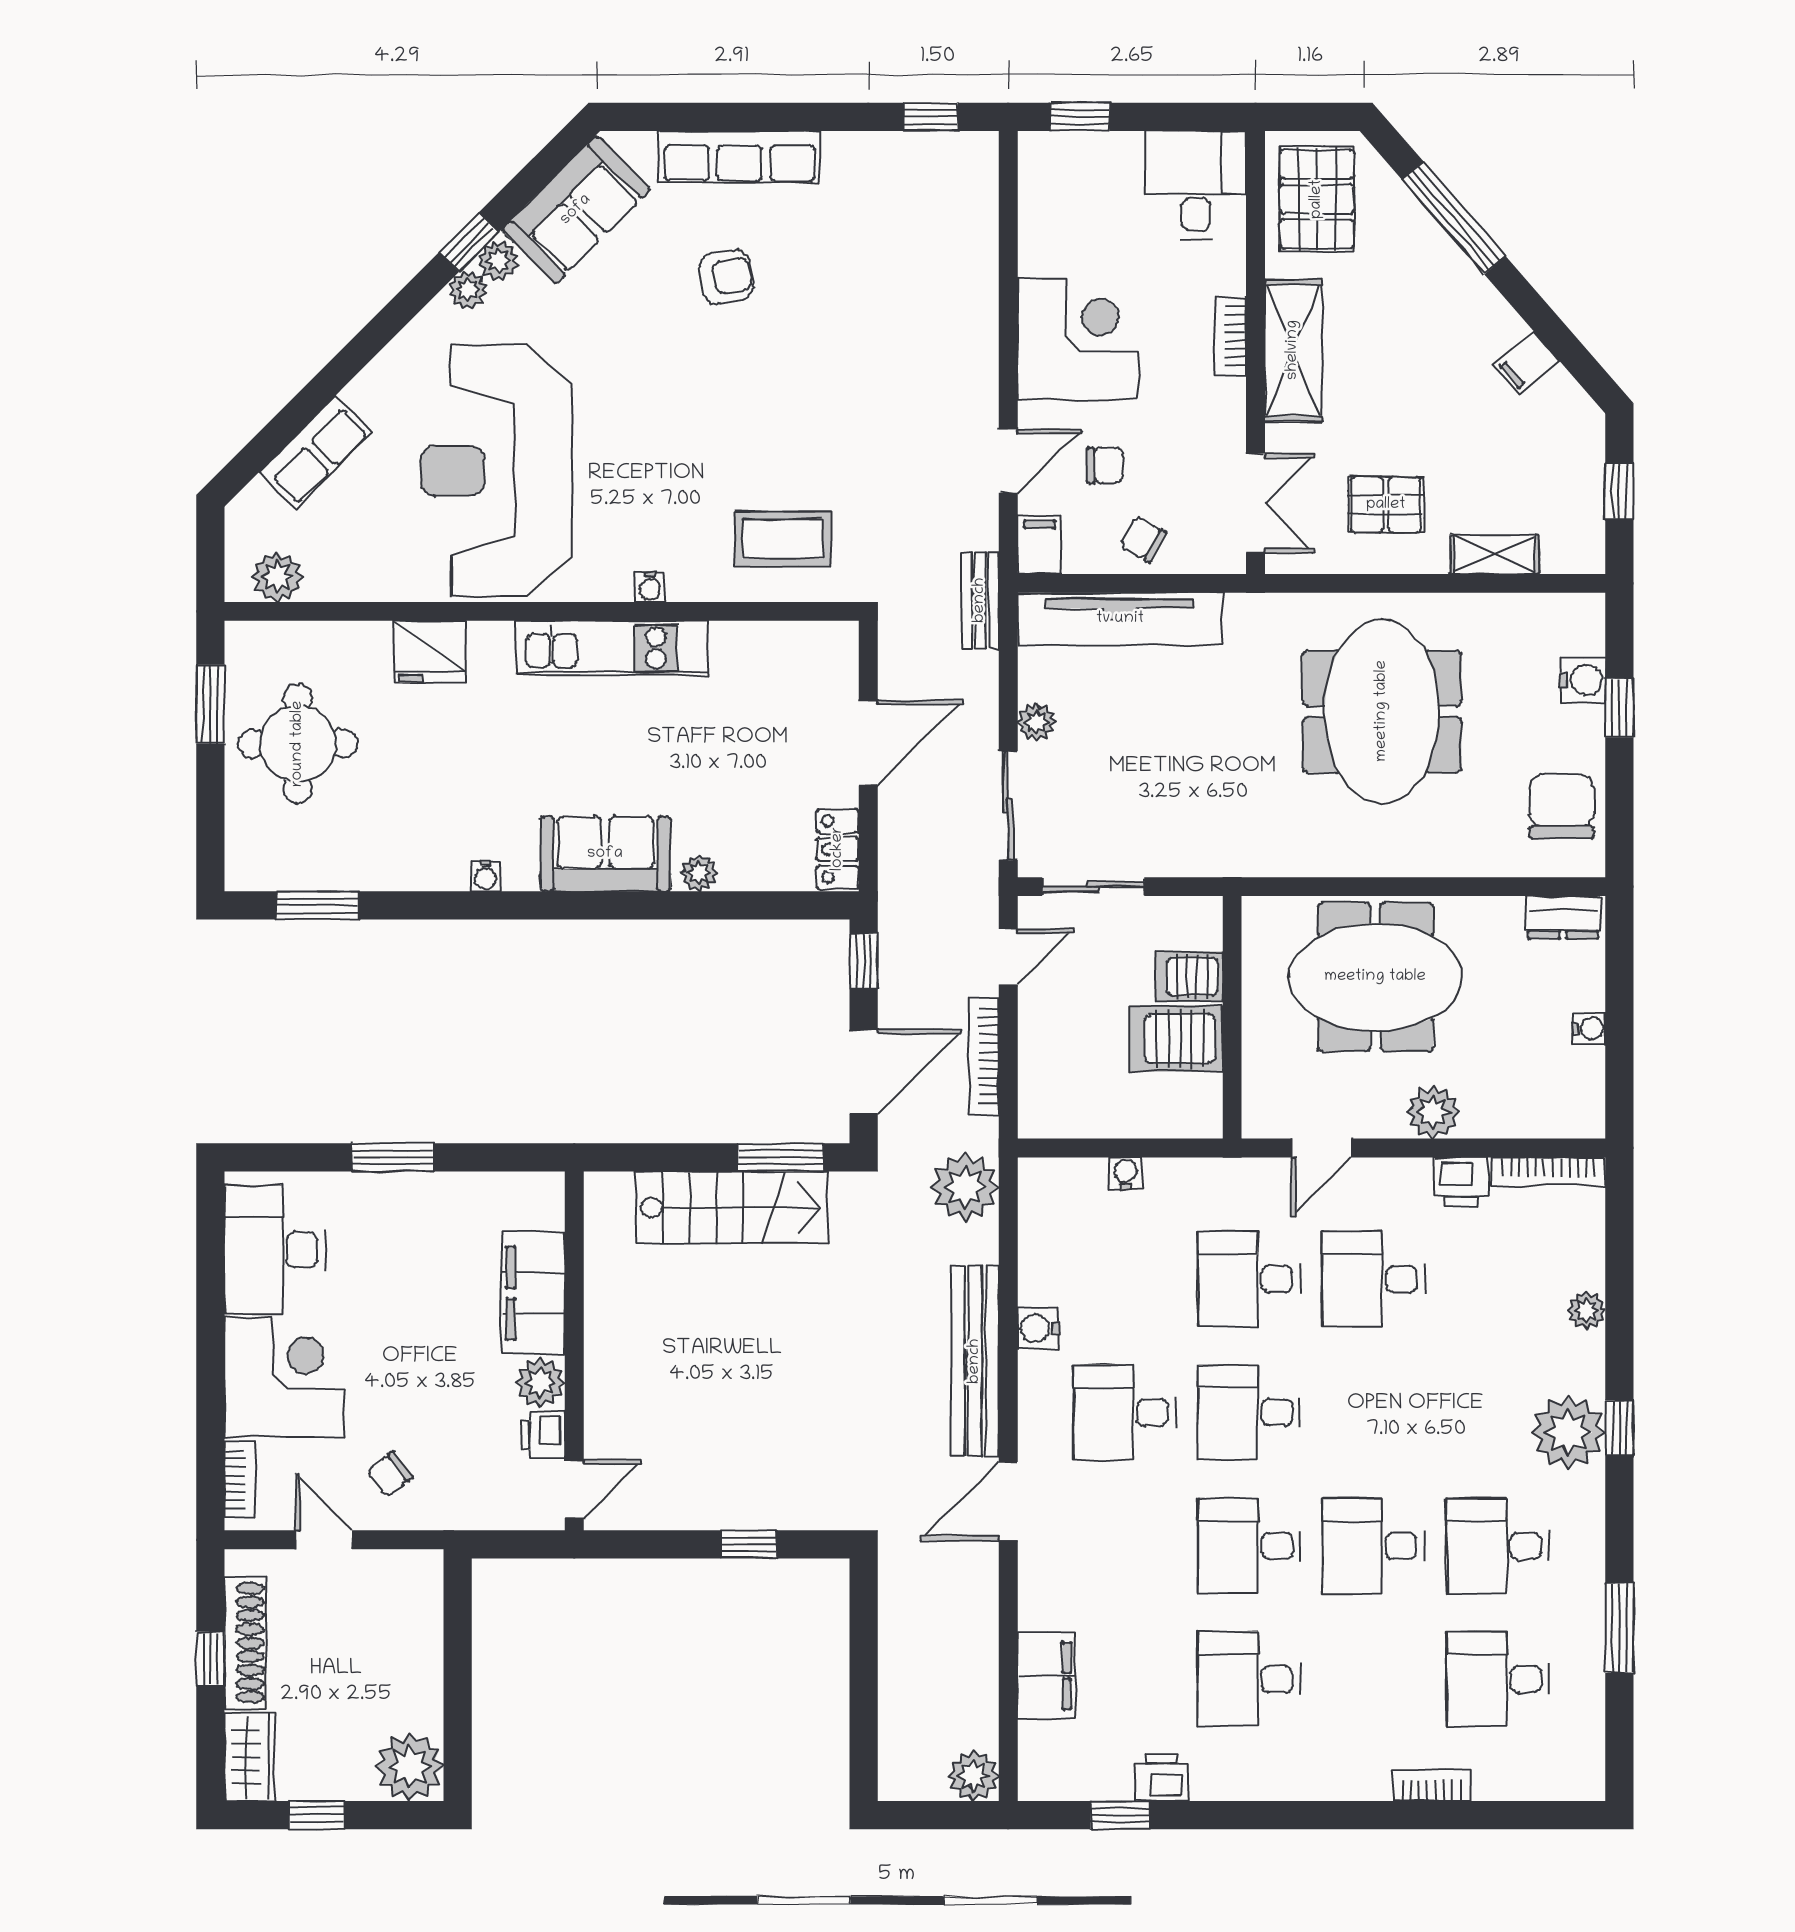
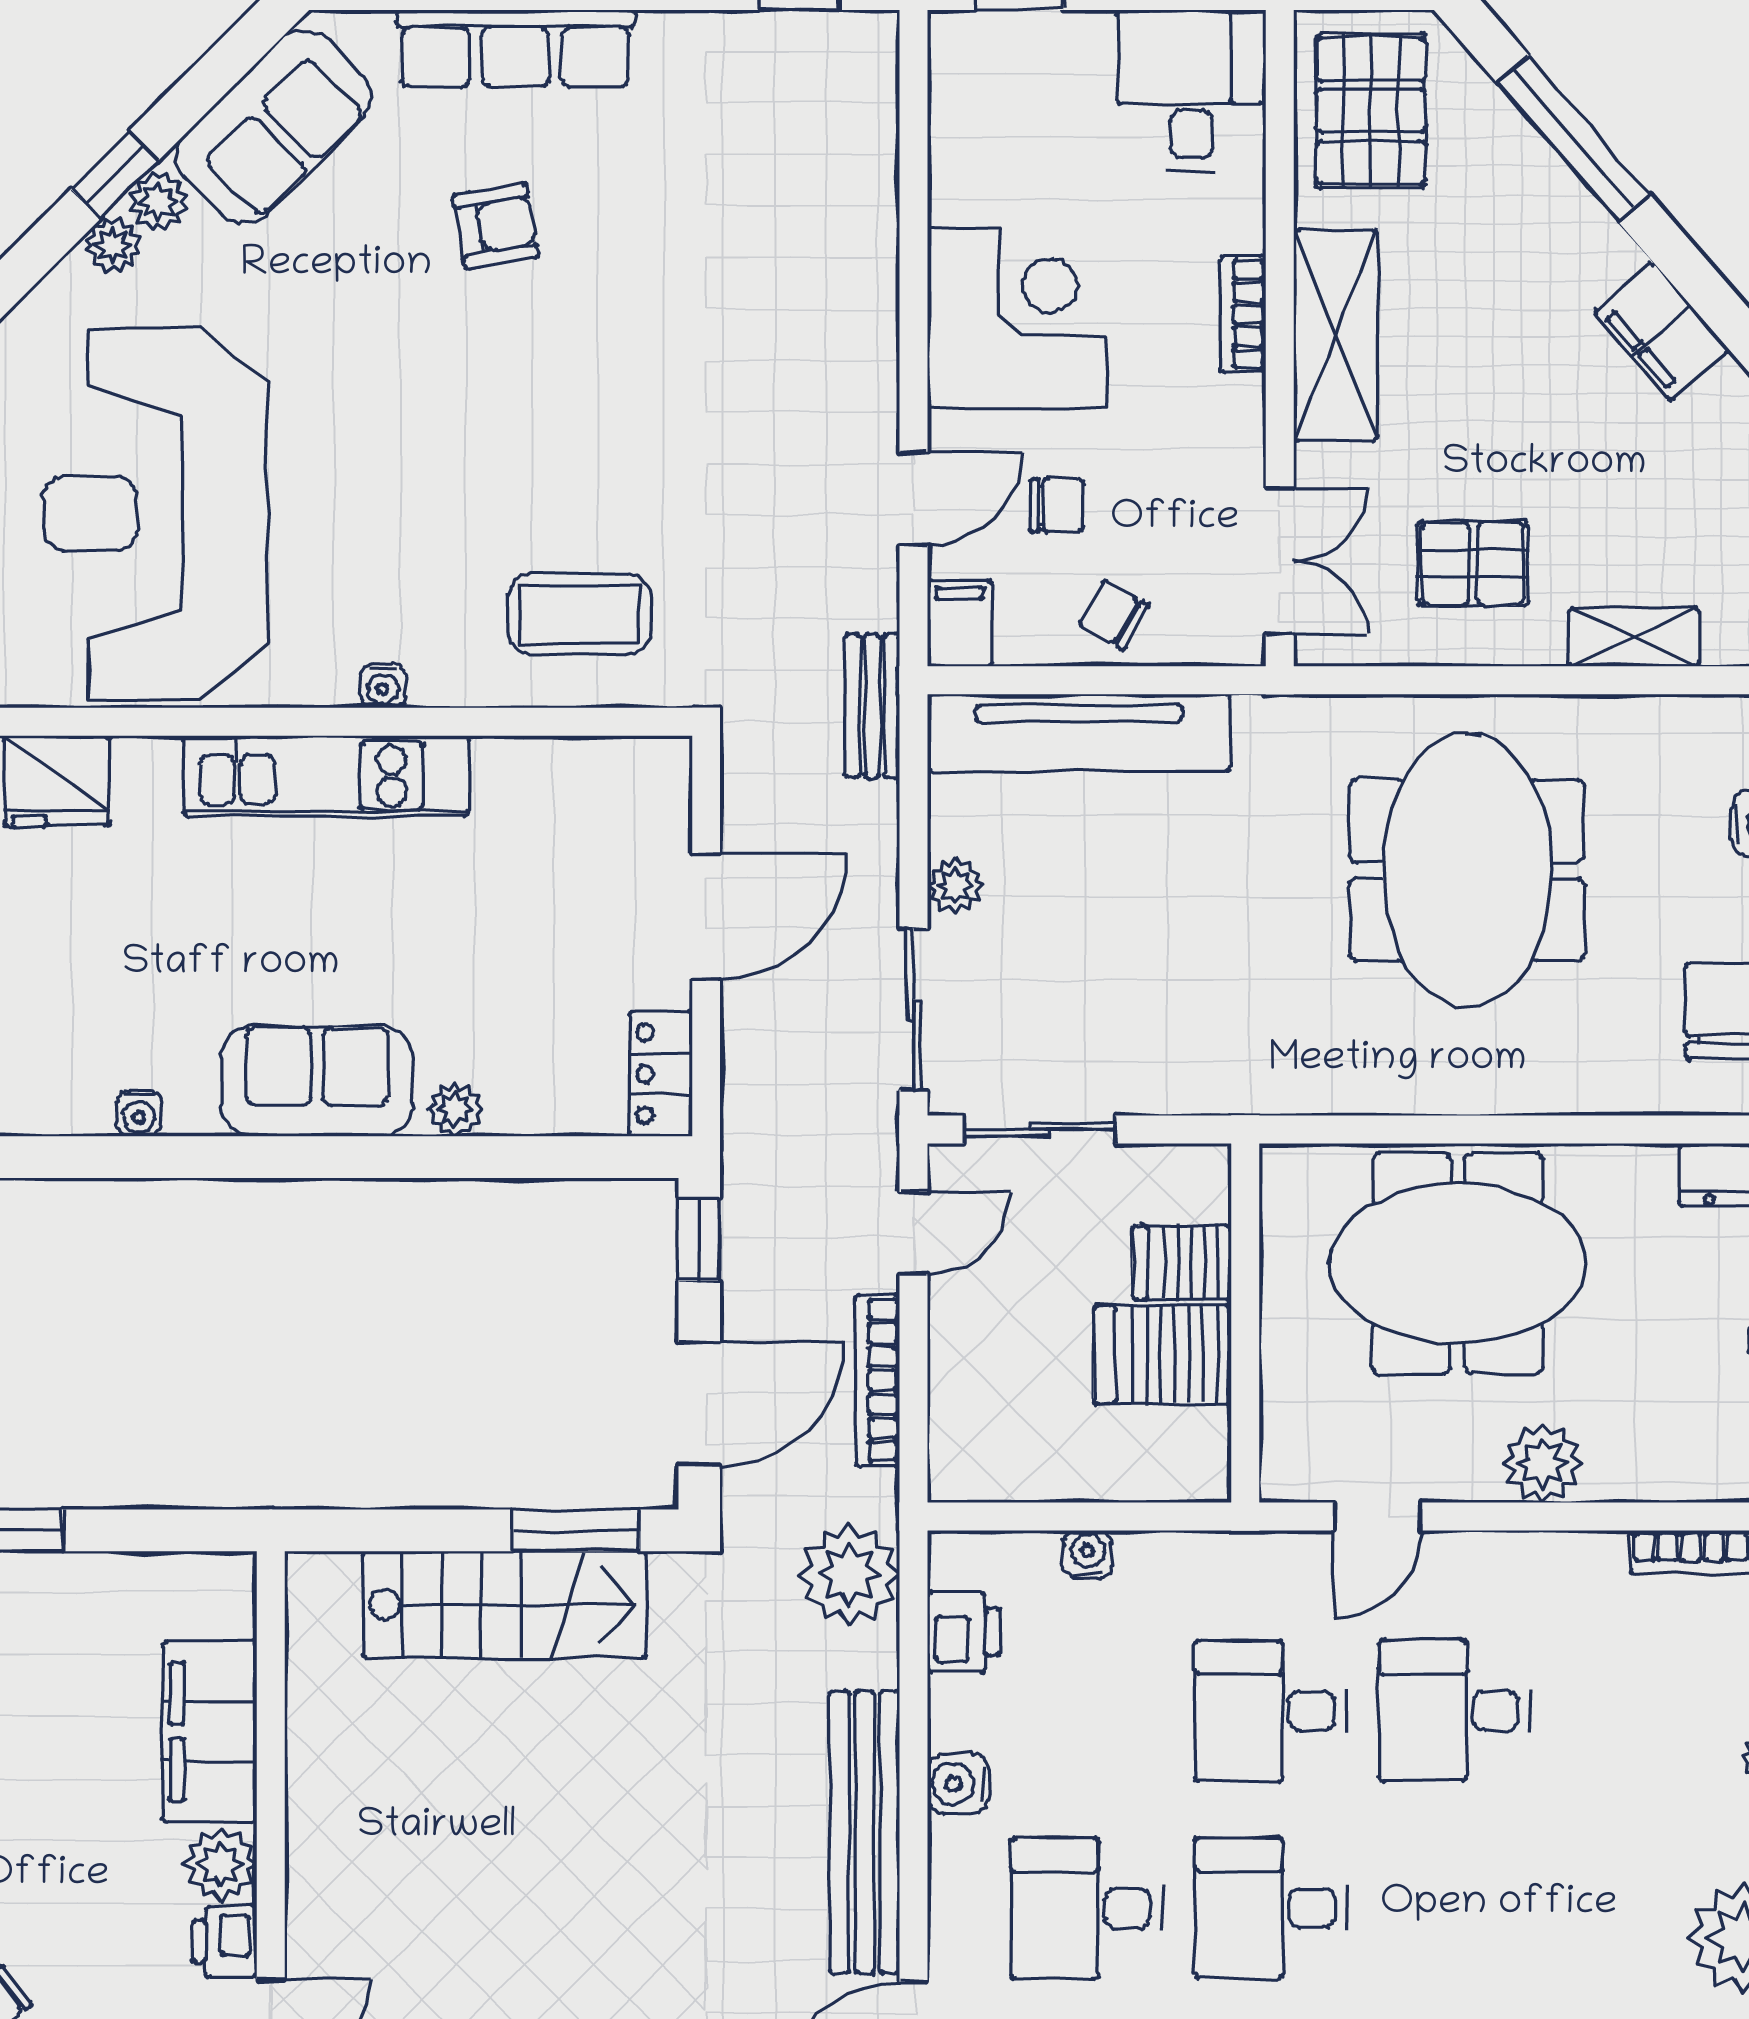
filing cabinet: (1526, 363) -> (1661, 331), width x2.00
printer: (1461, 1182) -> (964, 1632), moved, turned -90

